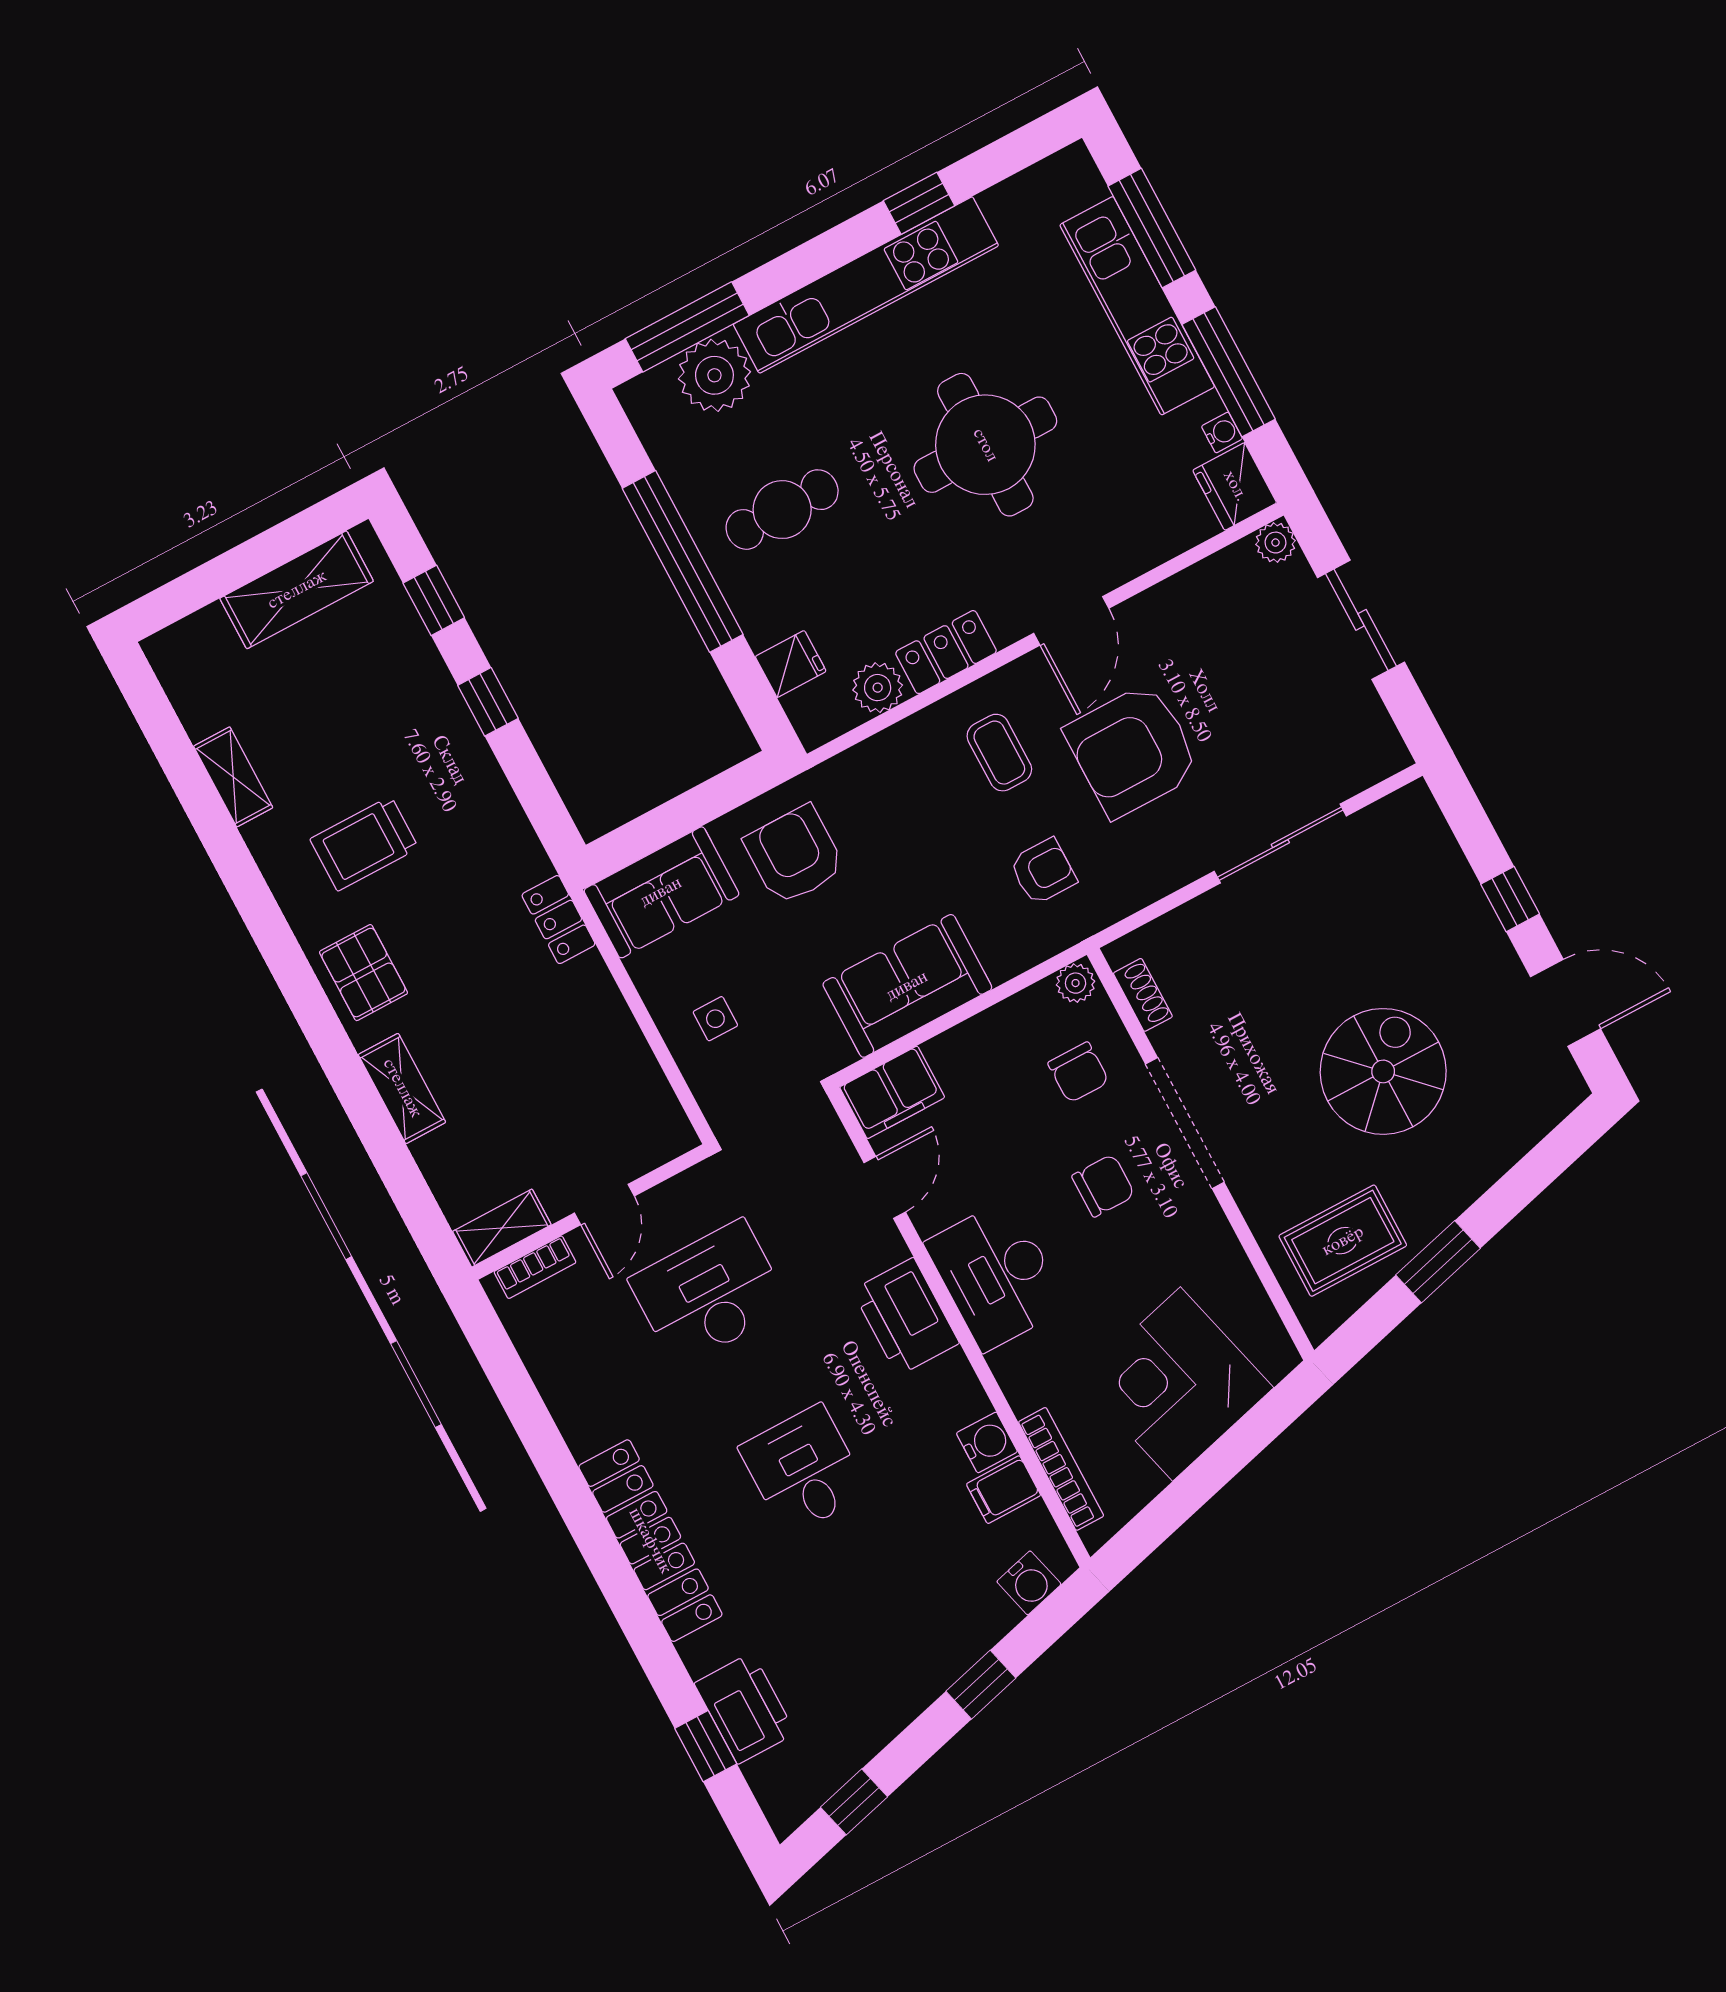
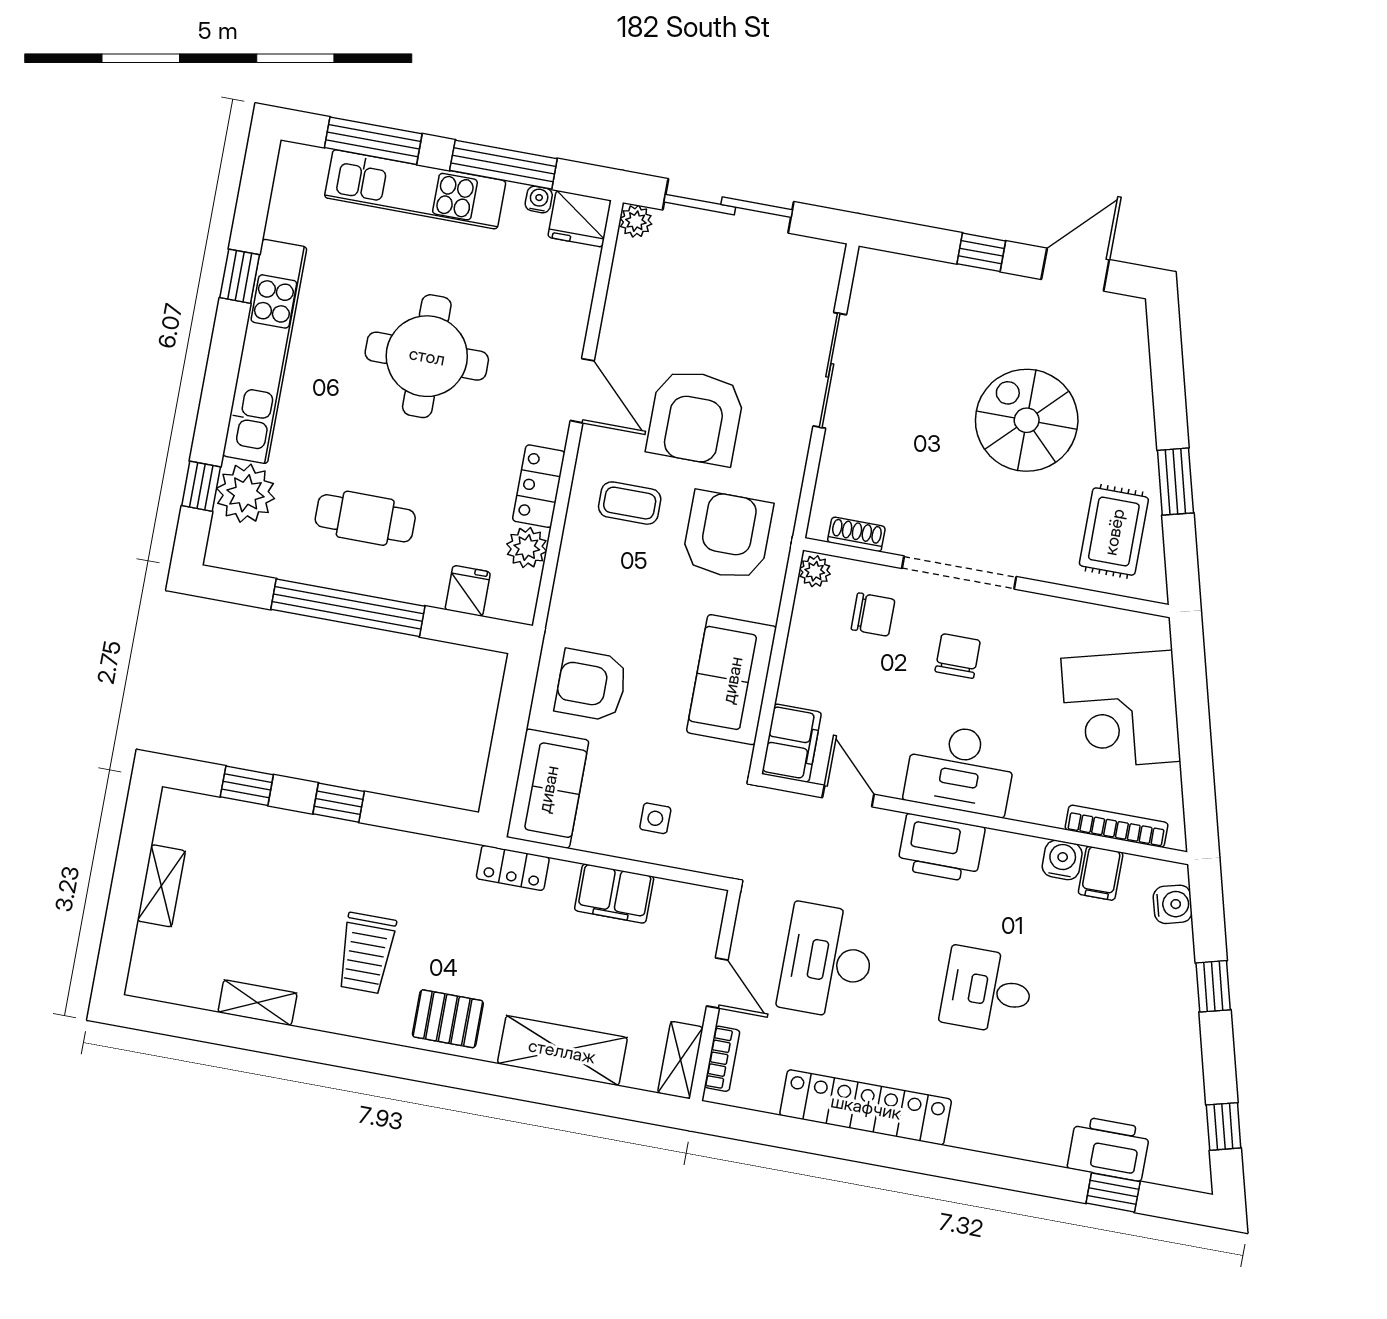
window: (687, 327) -> (201, 486), width x0.46
cafe table: (782, 510) -> (365, 518), turned 90
shelving: (297, 590) -> (161, 886), width x0.67, depth x0.75
sliding door: (1361, 620) -> (728, 206), width x1.37
armchair: (1043, 871) -> (727, 535), width x1.88, depth x1.88
filing cabinet: (611, 1037) -> (614, 893), added
shelving: (402, 1088) -> (562, 1051), width x1.50, depth x1.33
locker: (650, 1541) -> (866, 1107), moved

